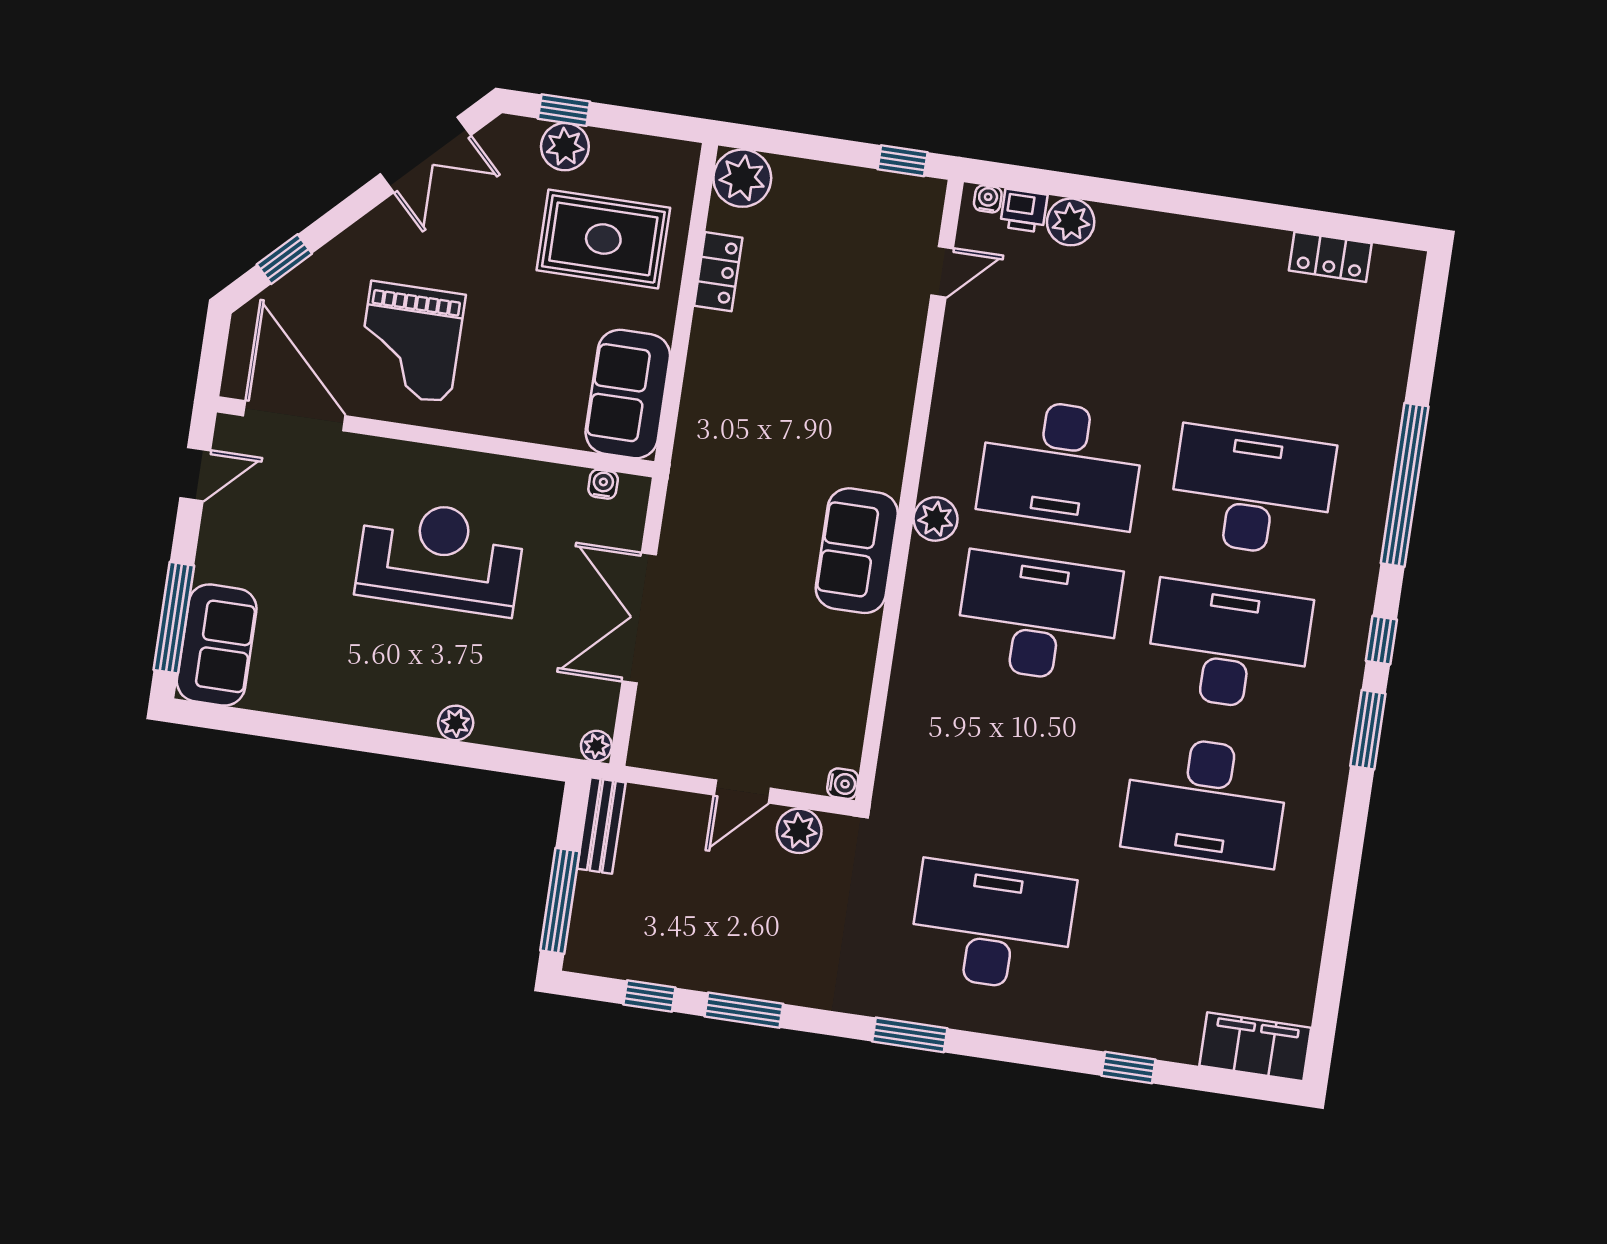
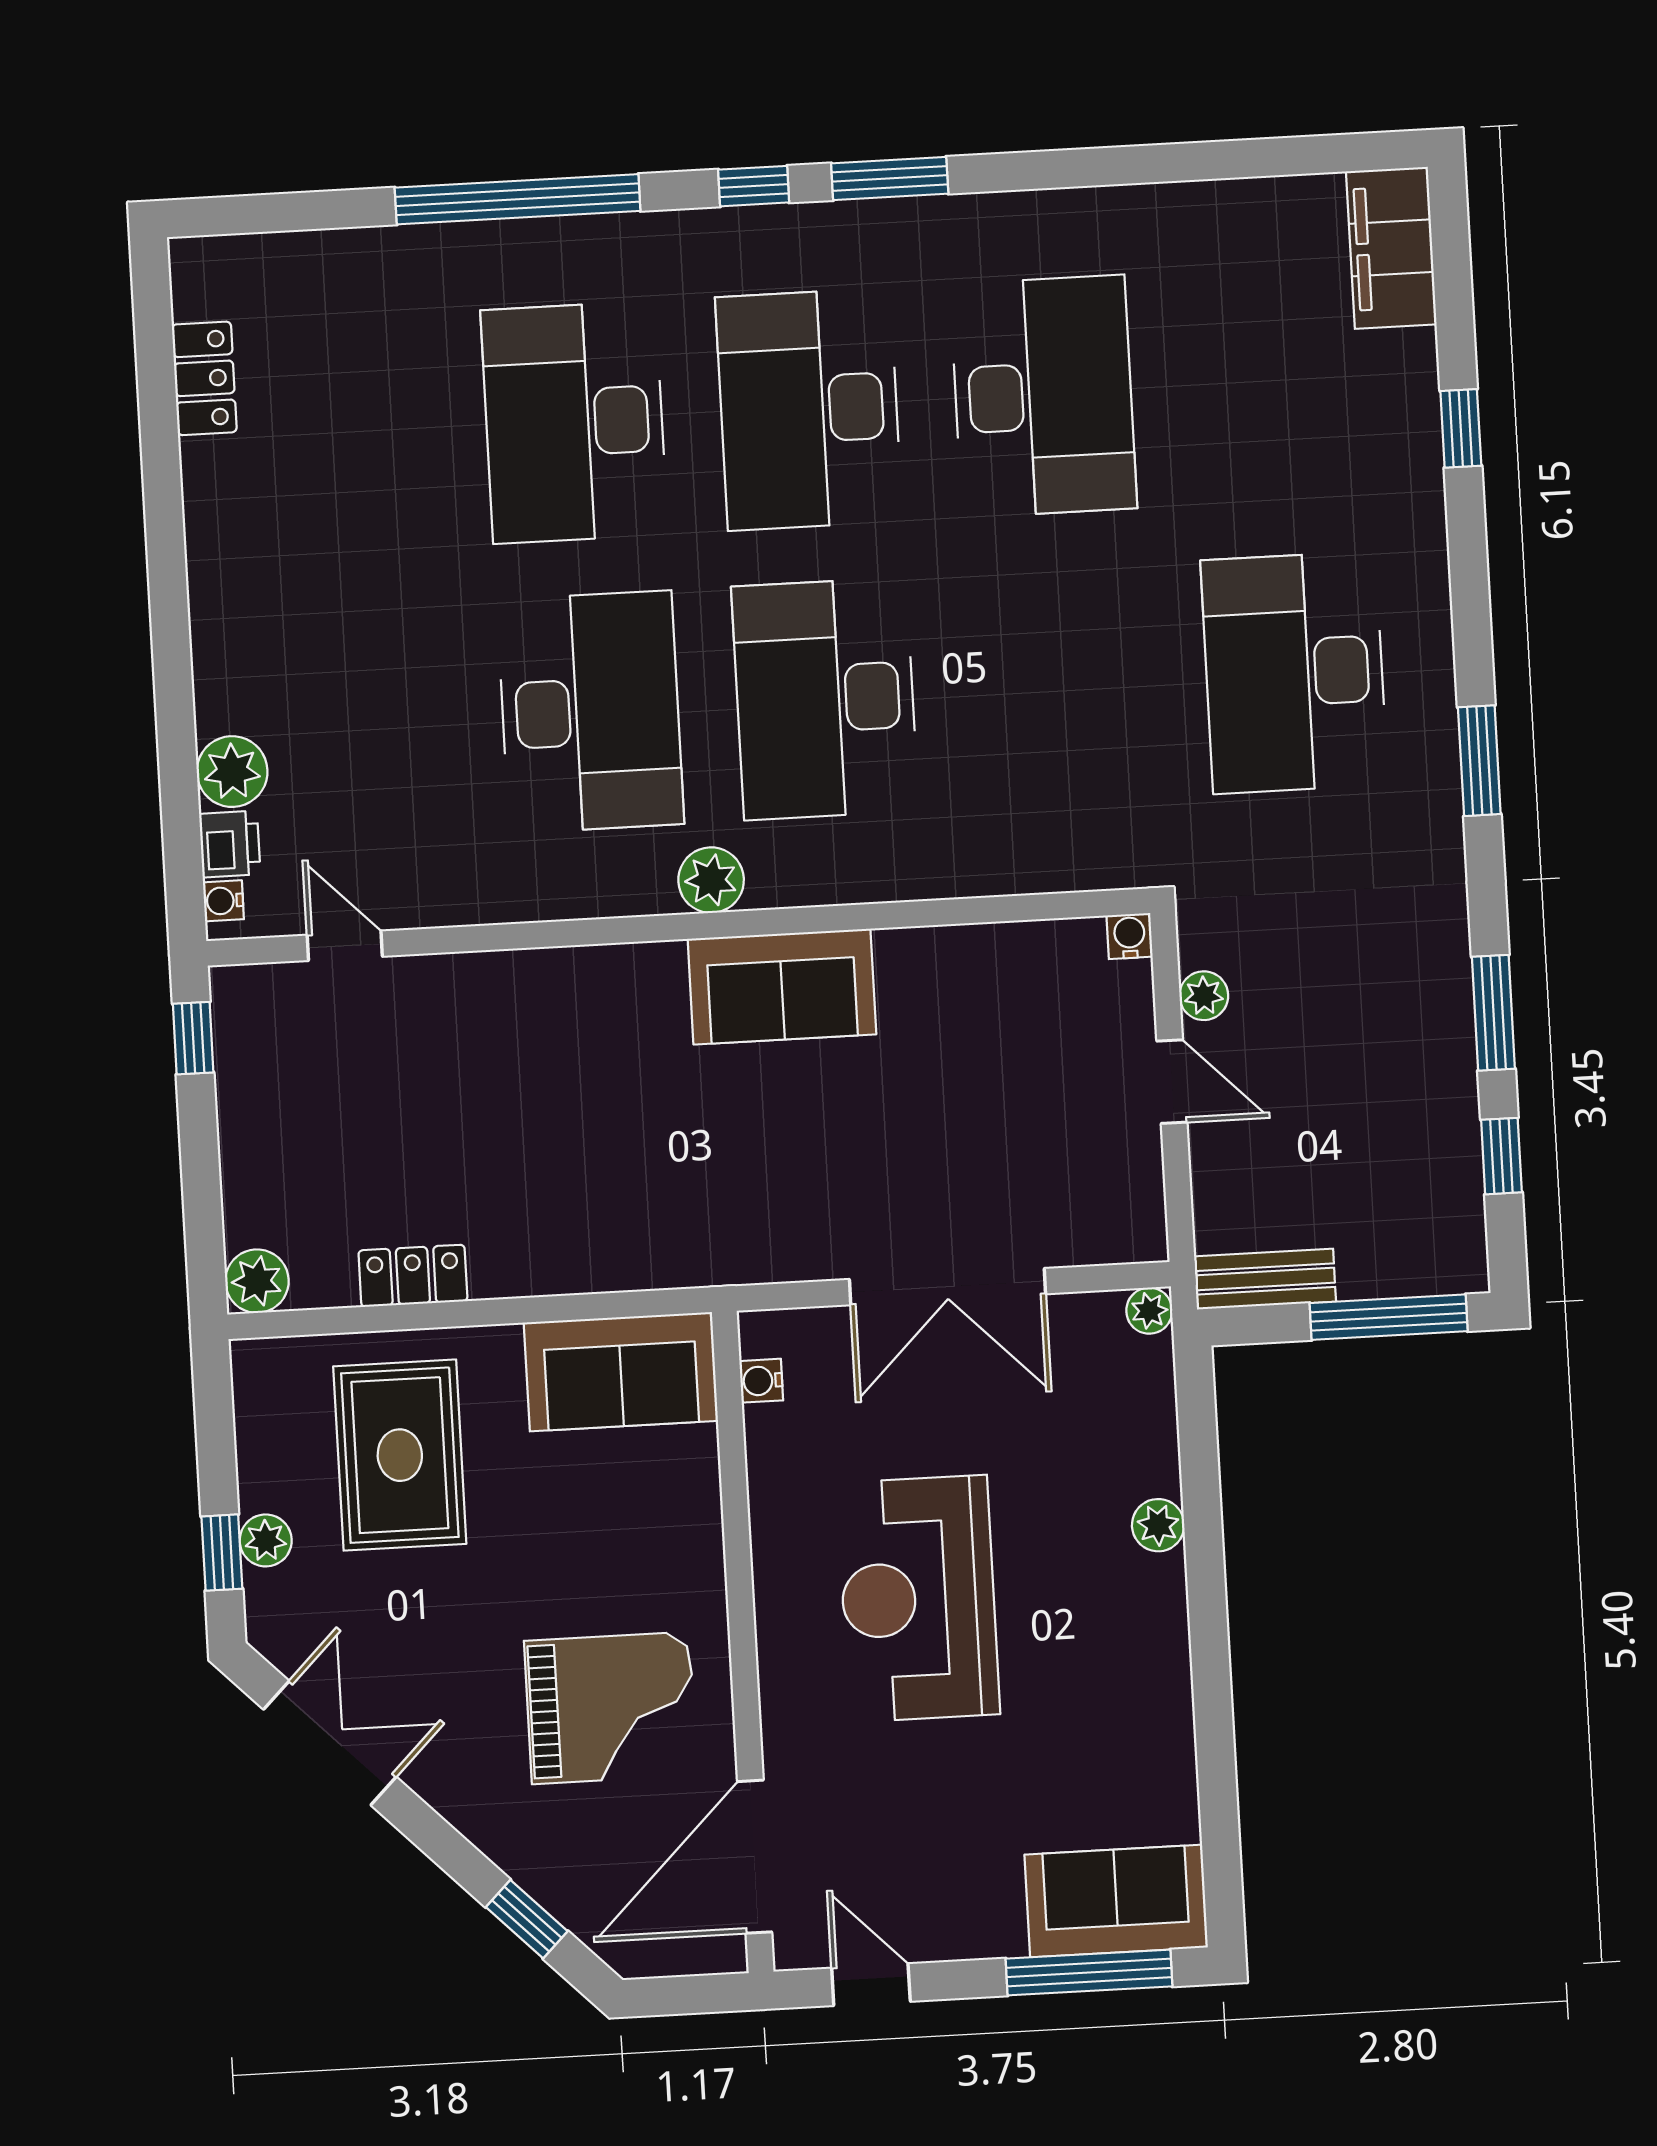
plant: (565, 147) -> (266, 1540), width x0.73, depth x0.73
plant: (742, 178) -> (257, 1281), width x0.73, depth x0.73
plant: (799, 831) -> (1204, 996), width x0.73, depth x0.73

